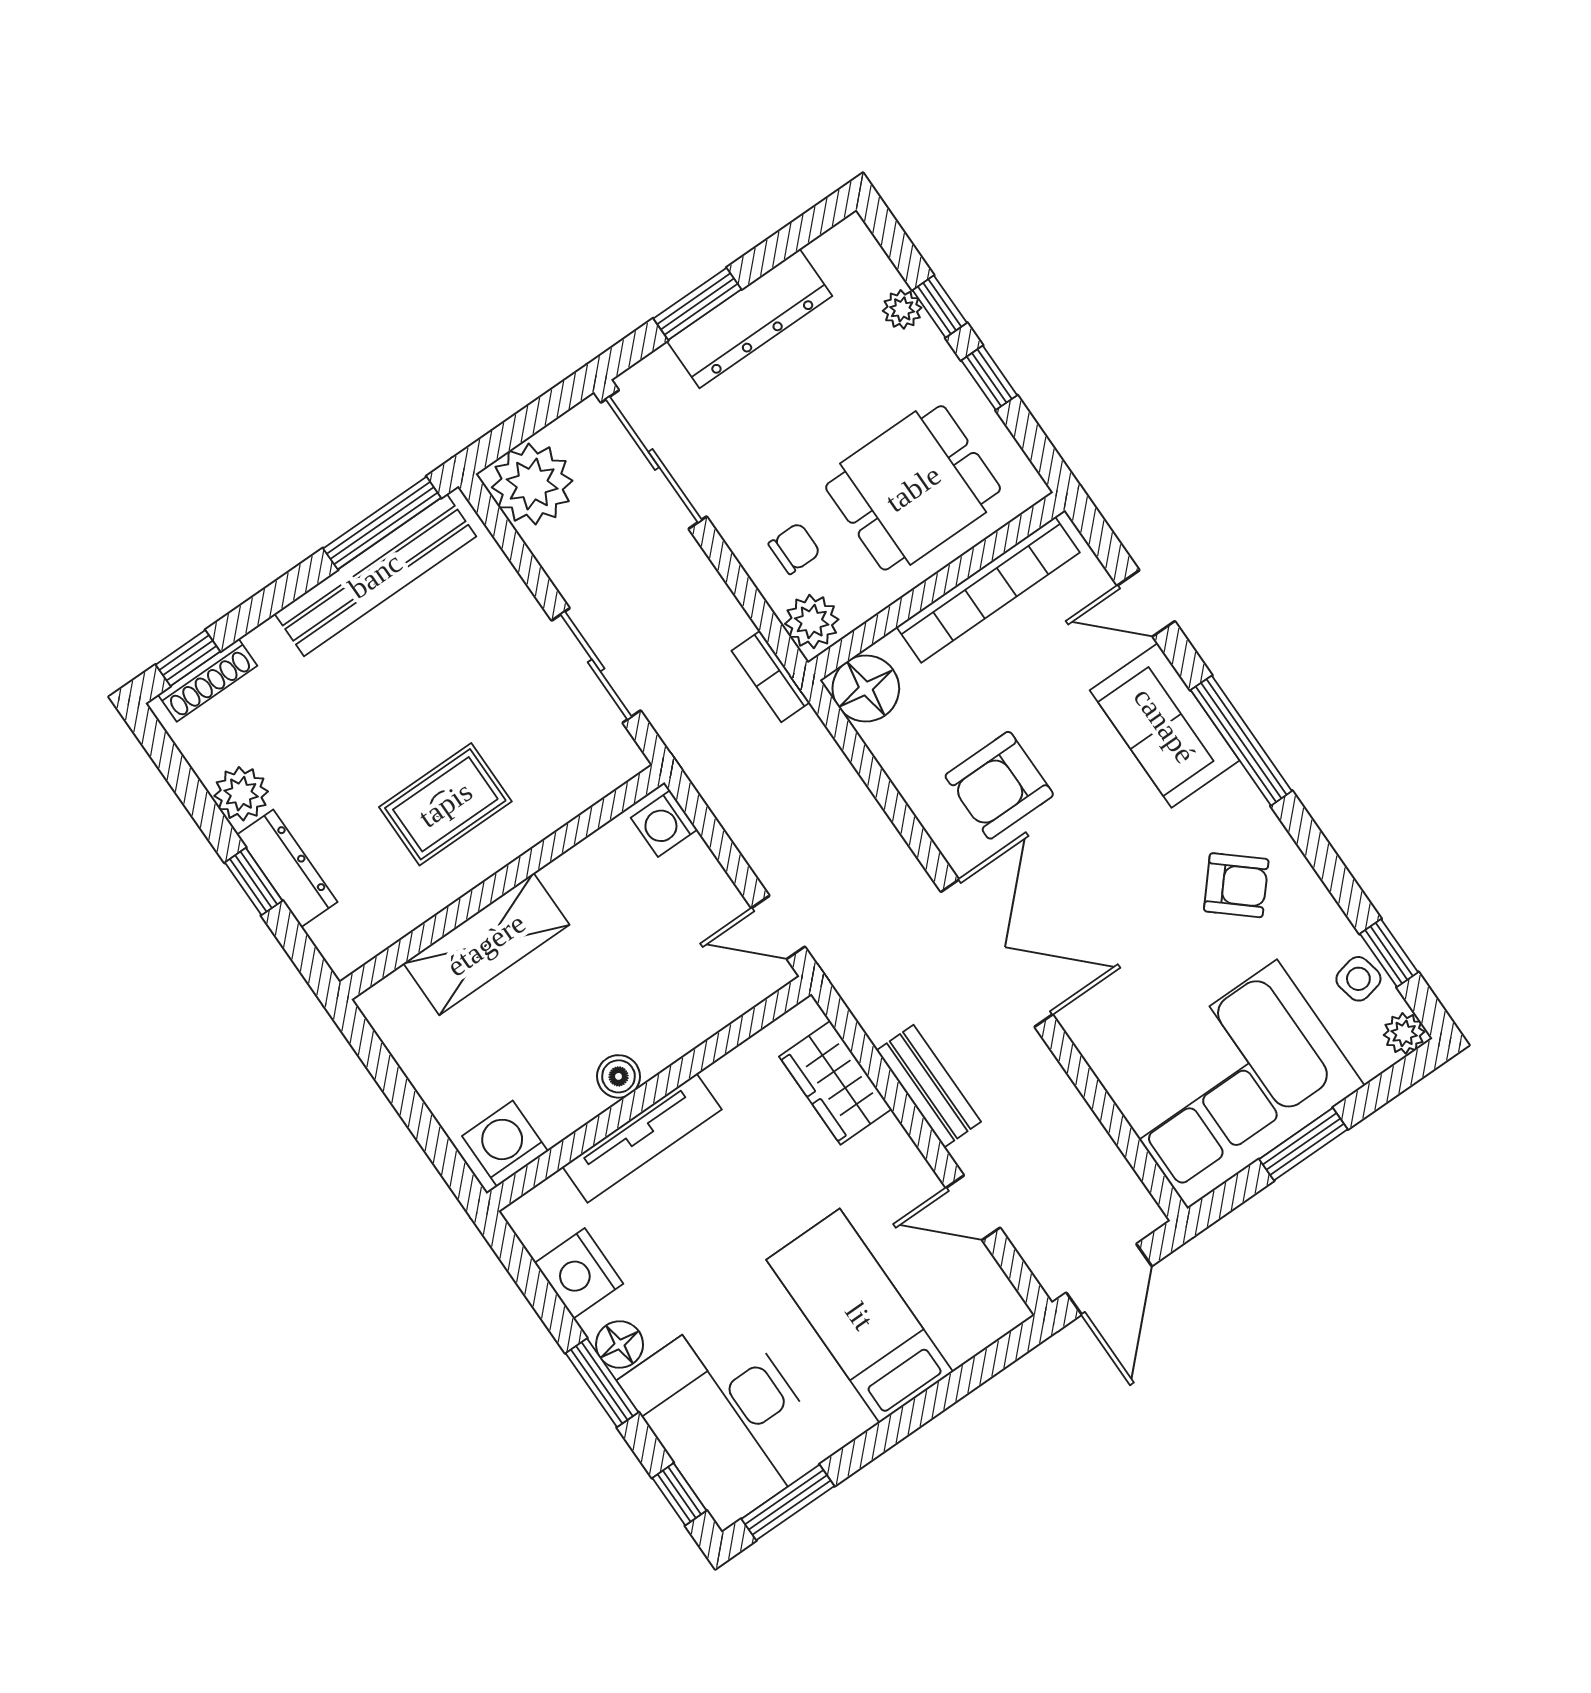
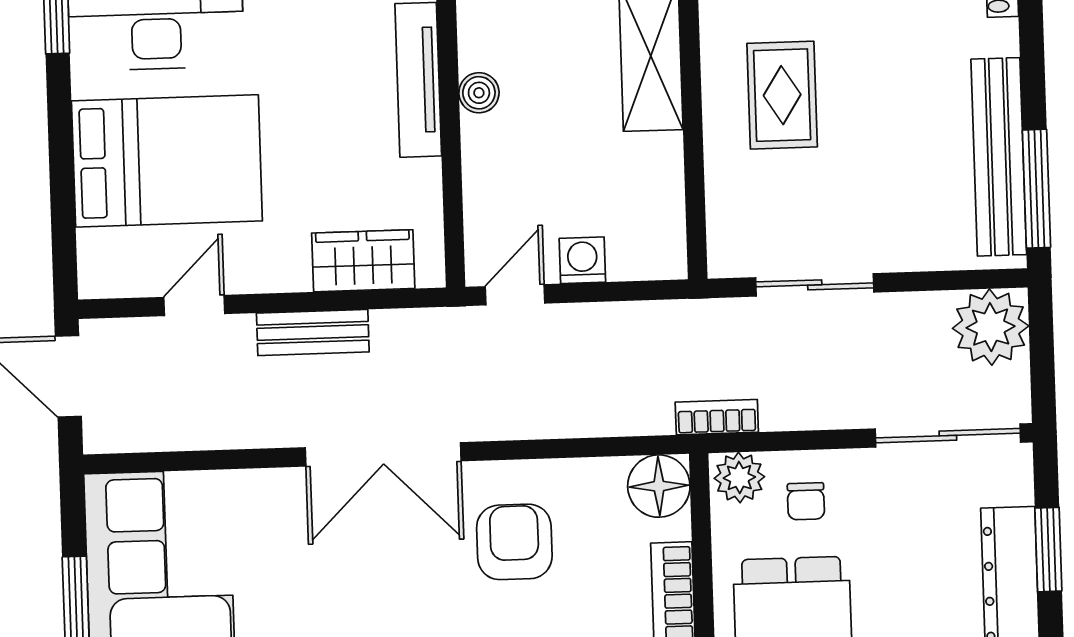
washing machine: (664, 824) -> (582, 260), moved
bed: (860, 1316) -> (167, 161), width x1.50

